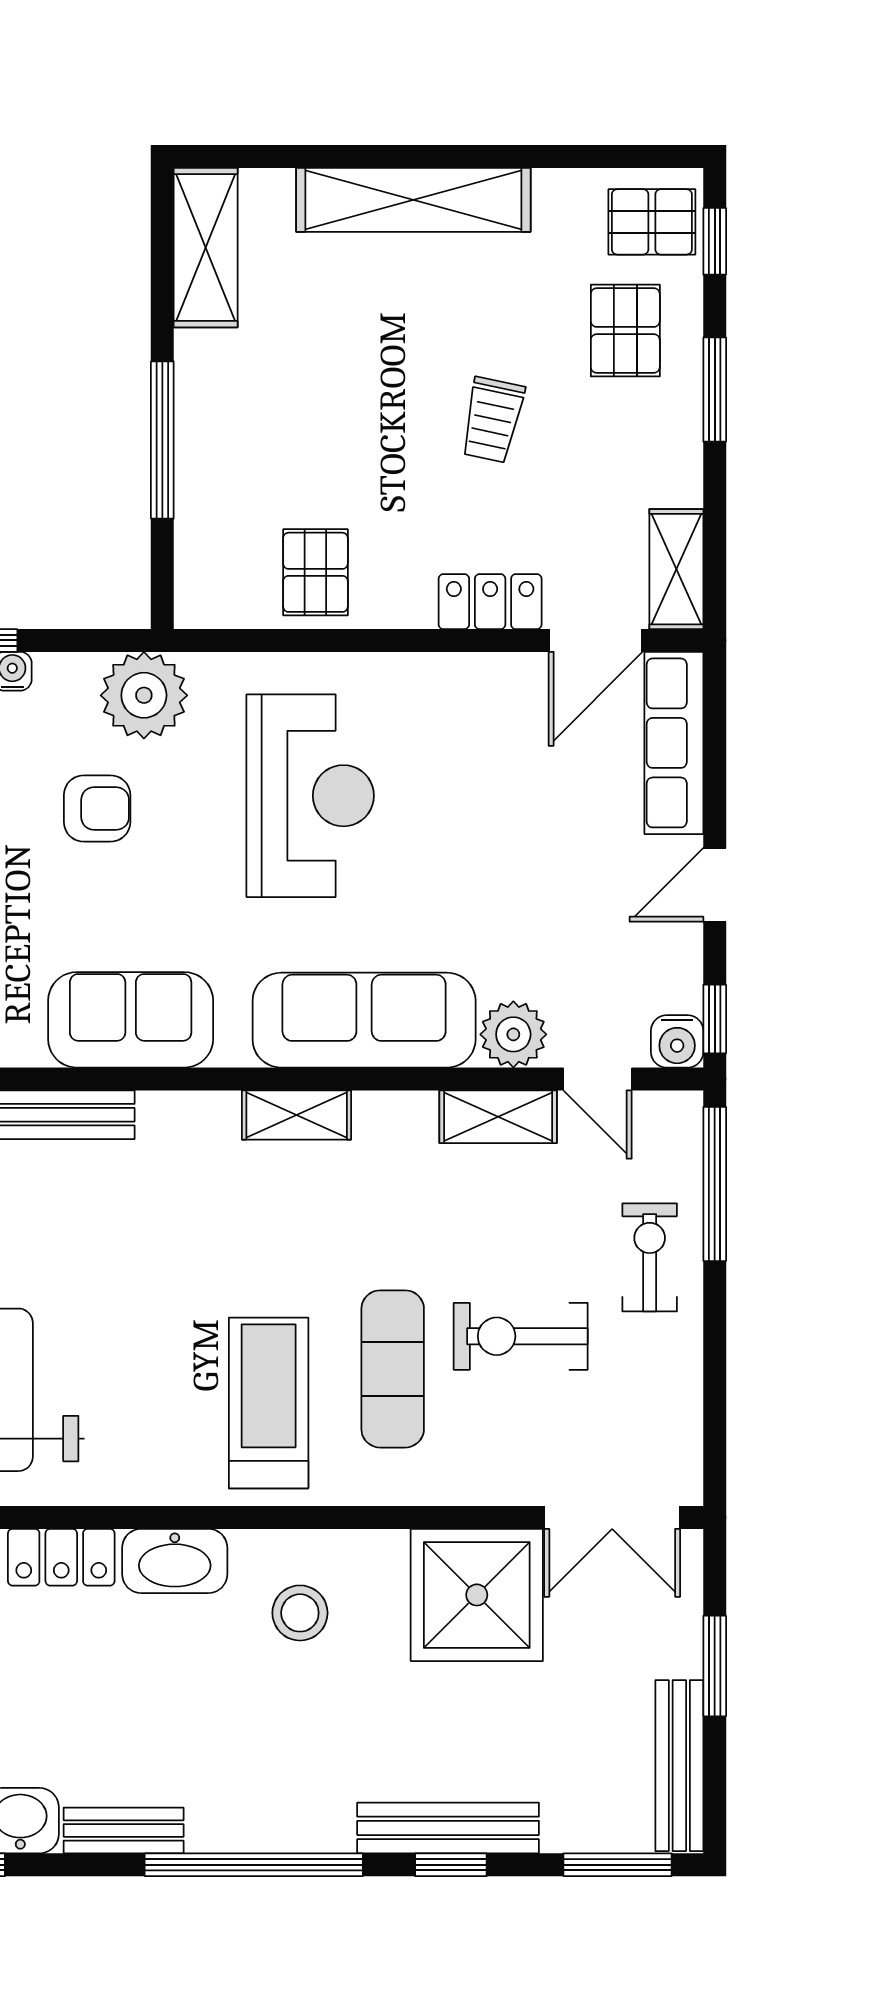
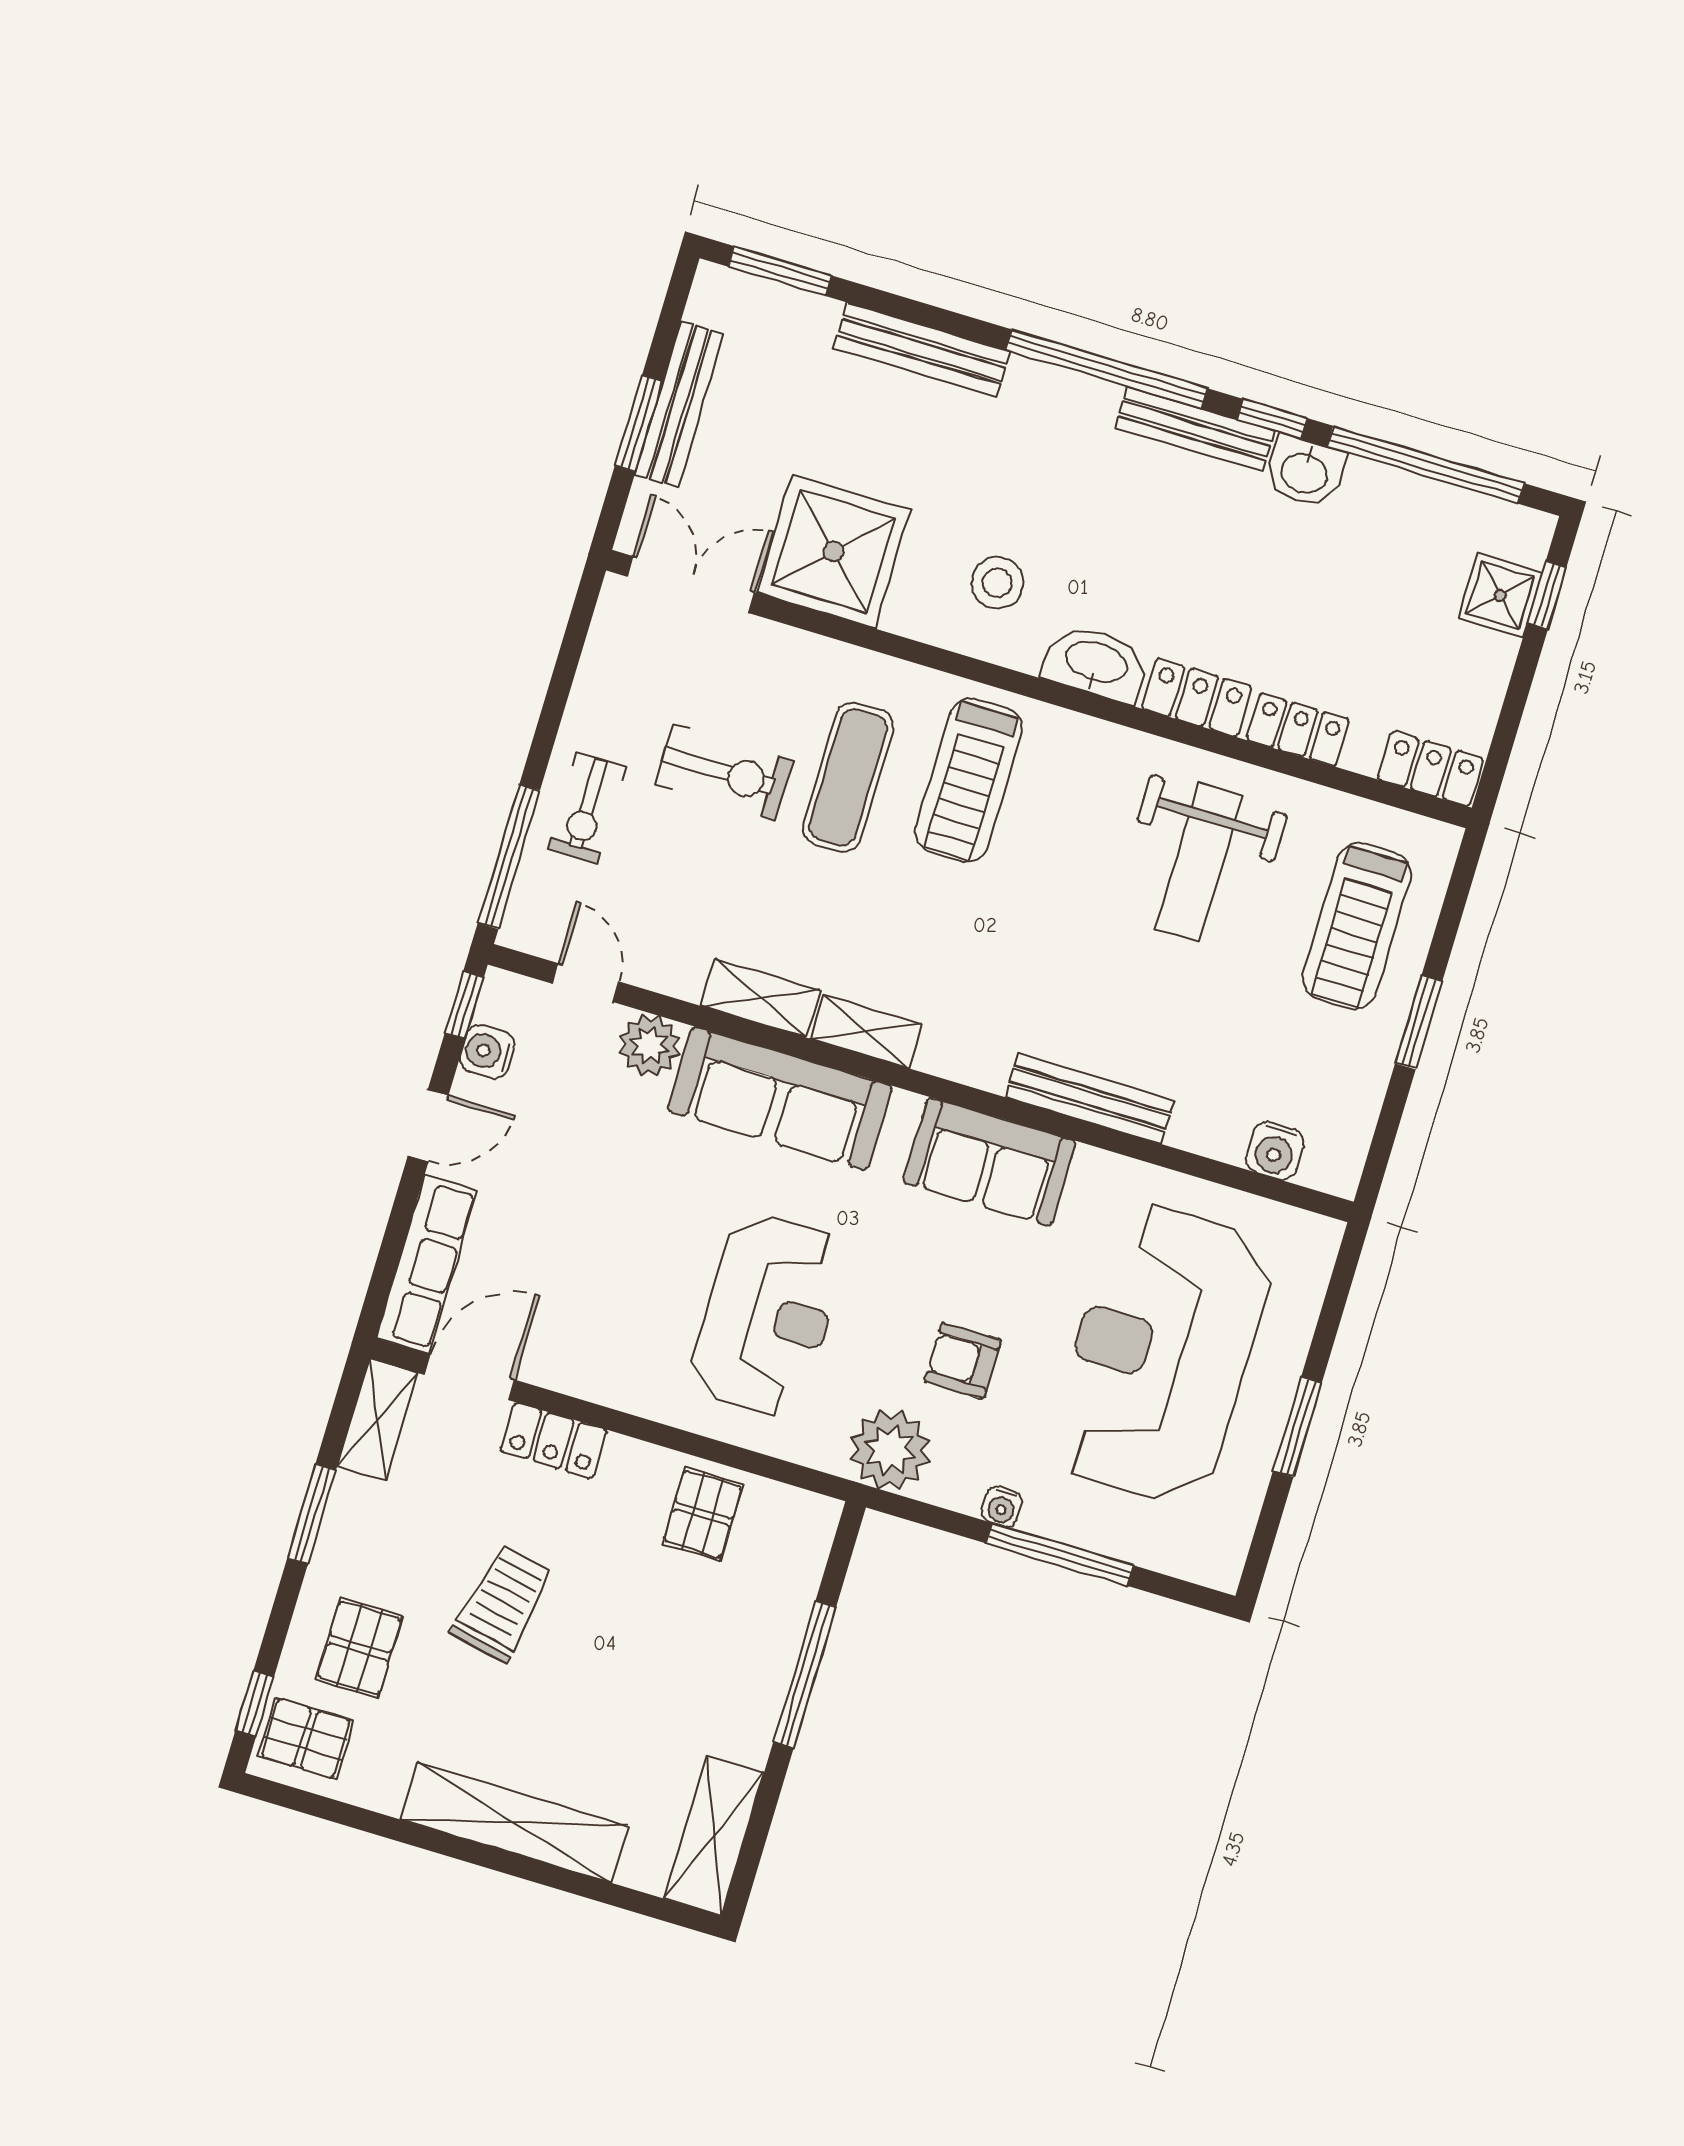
window: (715, 390) -> (312, 1514), moved
trolley: (492, 420) -> (503, 1603), width x1.36, depth x1.39
reception desk: (310, 796) -> (768, 1315), turned 180
water cooler: (677, 1041) -> (487, 1052), moved, turned -90
shelving: (498, 1117) -> (761, 998), moved
bench: (679, 1766) -> (679, 404), moved
bench: (124, 1830) -> (1195, 429), width x1.36
window: (451, 1865) -> (1272, 419), moved

